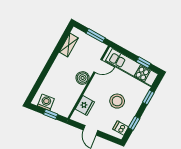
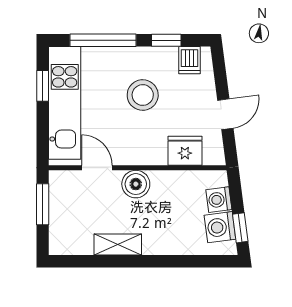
shelving: (69, 45) -> (118, 245), moved
window: (148, 97) -> (103, 40), width x2.17
washing machine: (57, 108) -> (219, 200), added
window: (51, 114) -> (240, 228), moved

